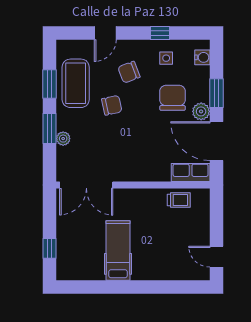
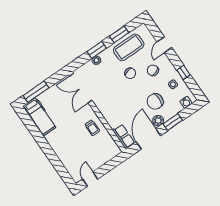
door: (105, 33) -> (164, 45), hinge flipped
chair: (173, 98) -> (155, 101), turned 180
trolley: (179, 200) -> (92, 128), moved
window: (49, 248) -> (36, 92), width x2.17
hospital bed: (118, 250) -> (39, 117), moved, turned 90

